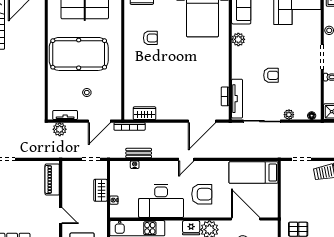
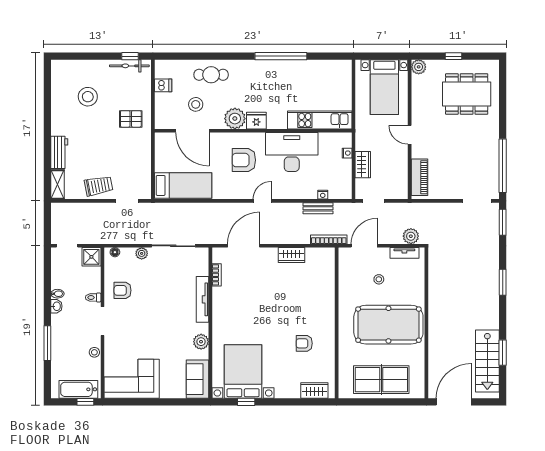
armchair: (271, 75) -> (123, 290), moved
tv unit: (237, 99) -> (203, 299), moved
wardrobe: (145, 113) -> (291, 255), moved

